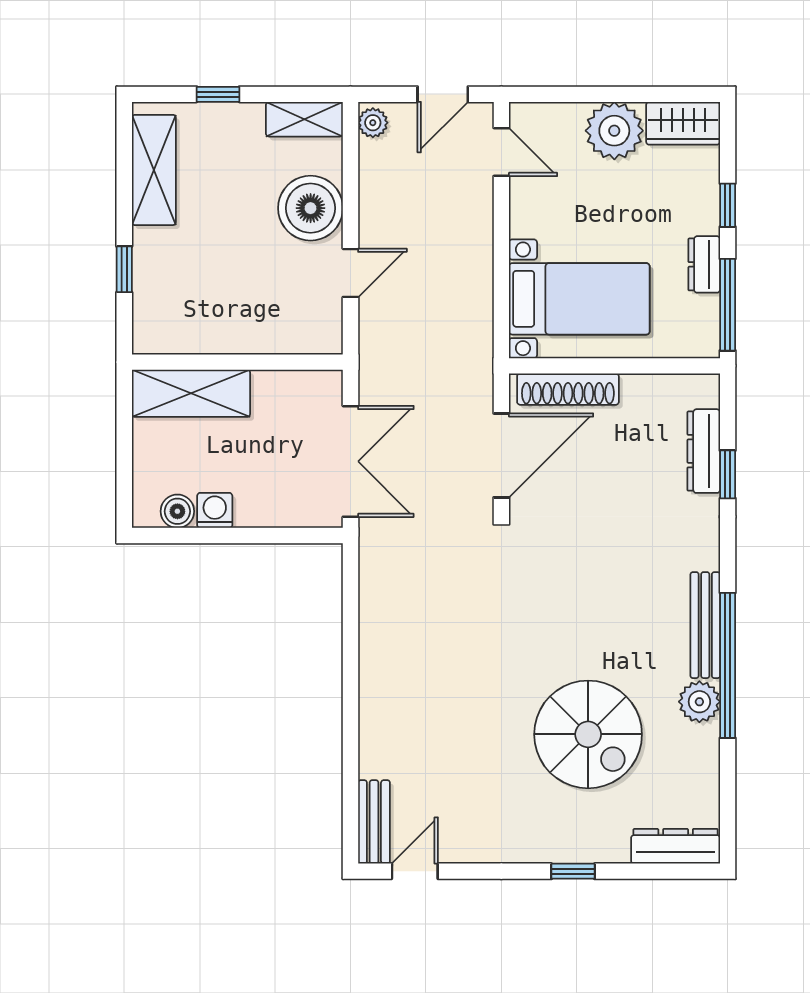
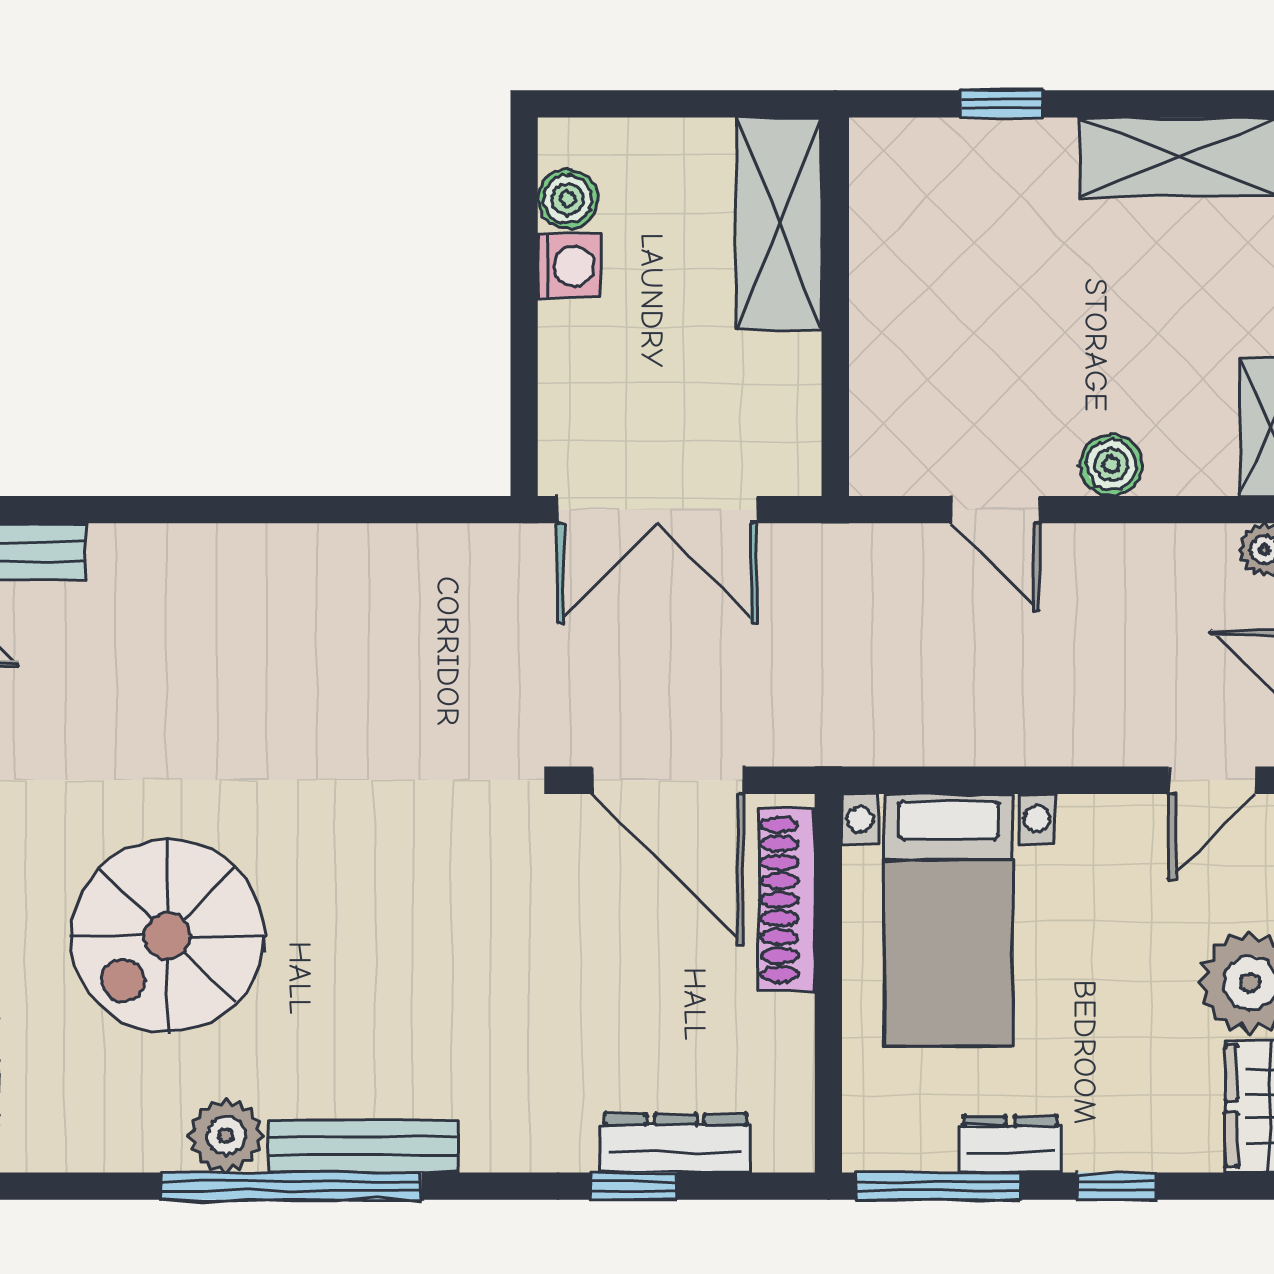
boiler: (311, 208) -> (1111, 465), width x0.54, depth x0.54

